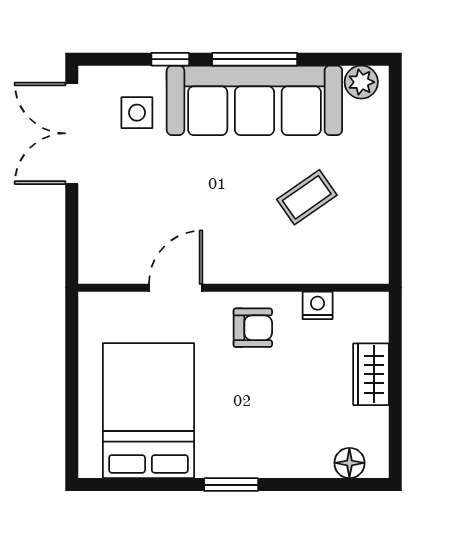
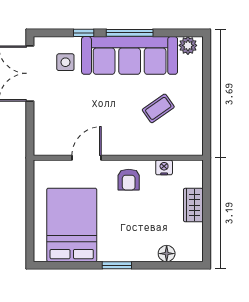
armchair: (253, 328) -> (129, 180), turned 90
floor lamp: (349, 463) -> (167, 254), moved

